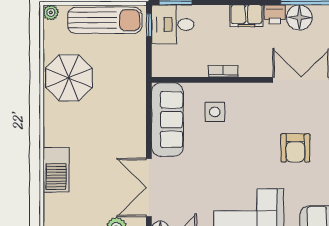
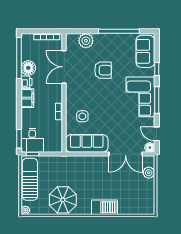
barbecue: (56, 170) -> (105, 207), moved

